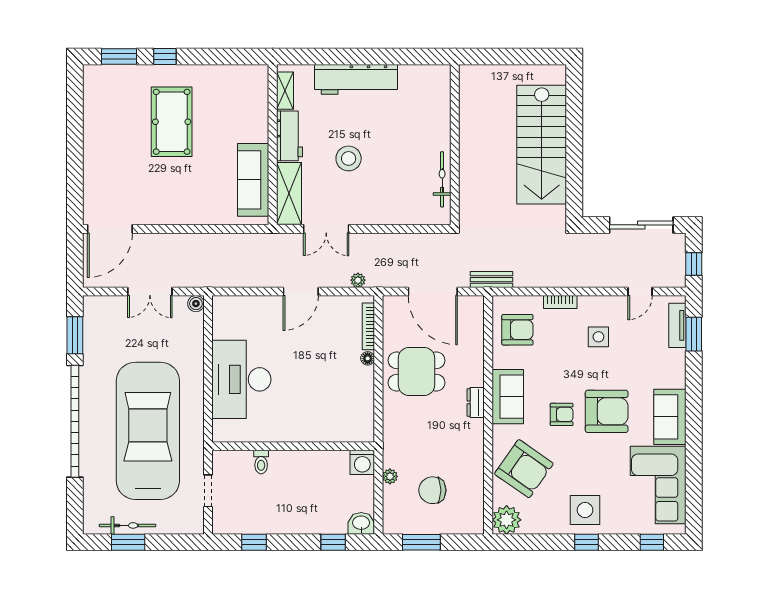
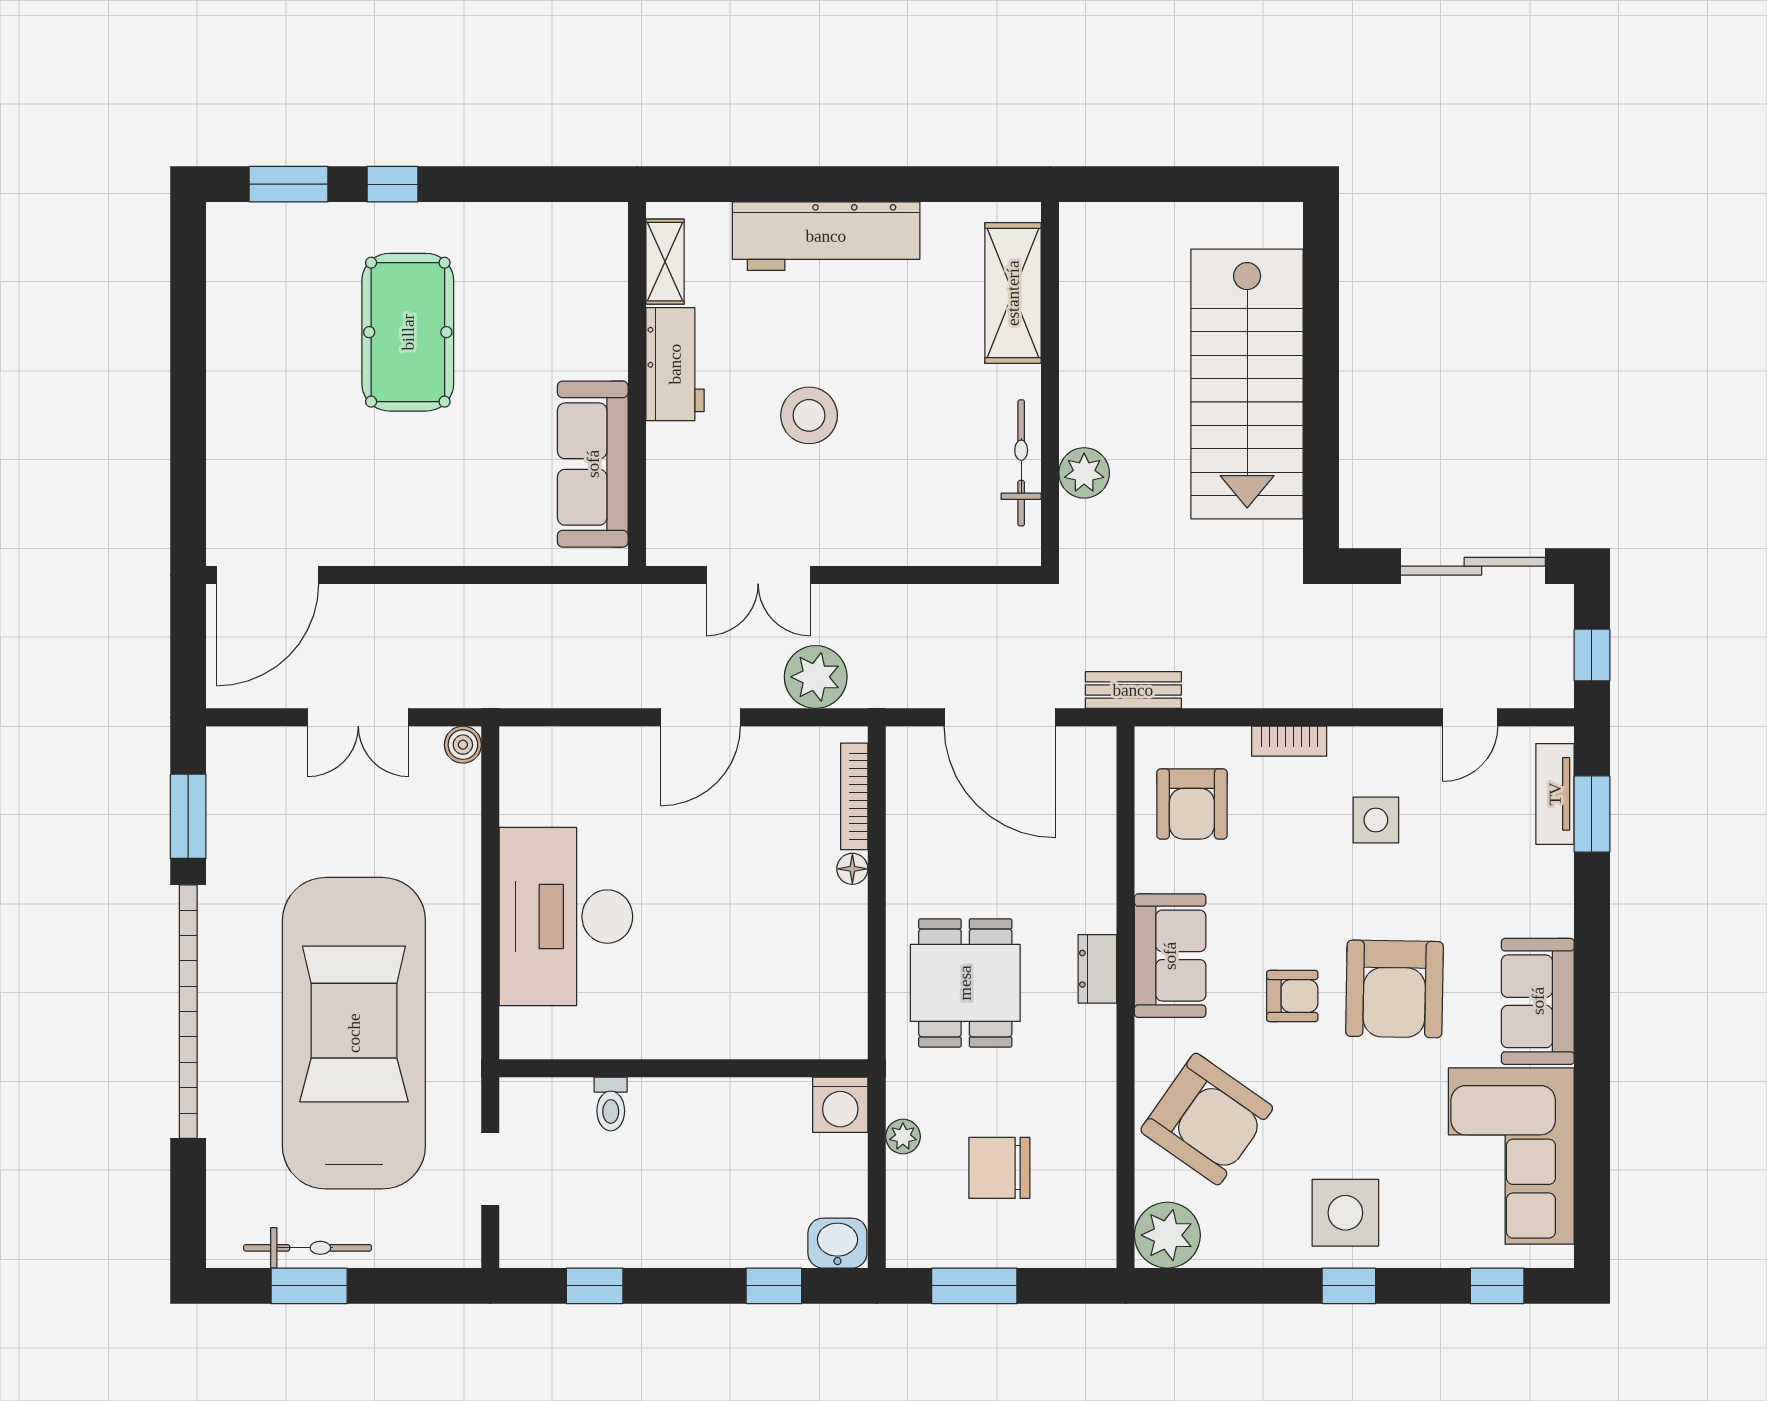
plant: (470, 184) -> (1084, 473), added
shelving: (289, 193) -> (1013, 293), moved
plant: (358, 280) -> (816, 677), width x1.88, depth x1.88
armchair: (517, 330) -> (1192, 804), turned 90
dining table: (417, 371) -> (965, 983), moved, turned 90
armchair: (607, 411) -> (1394, 989), turned 91

